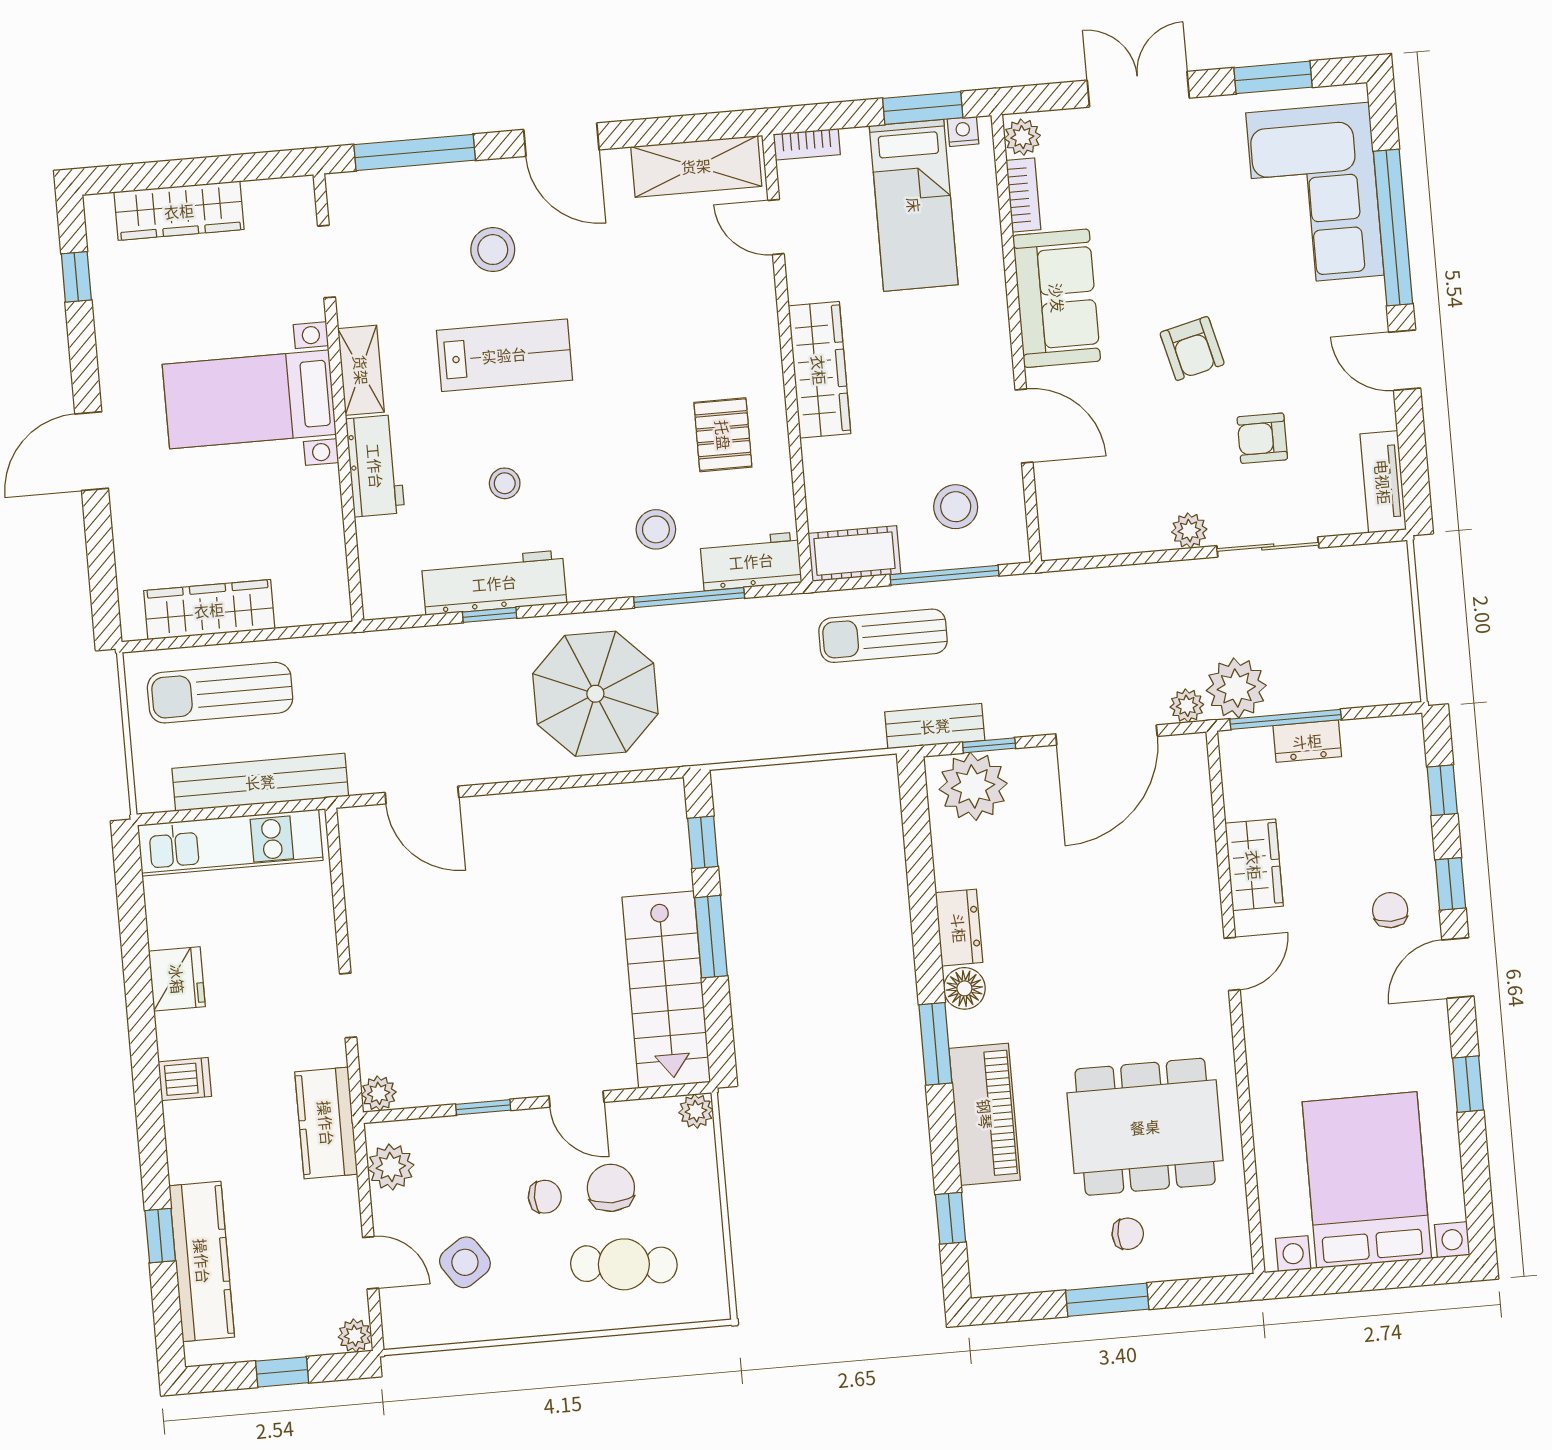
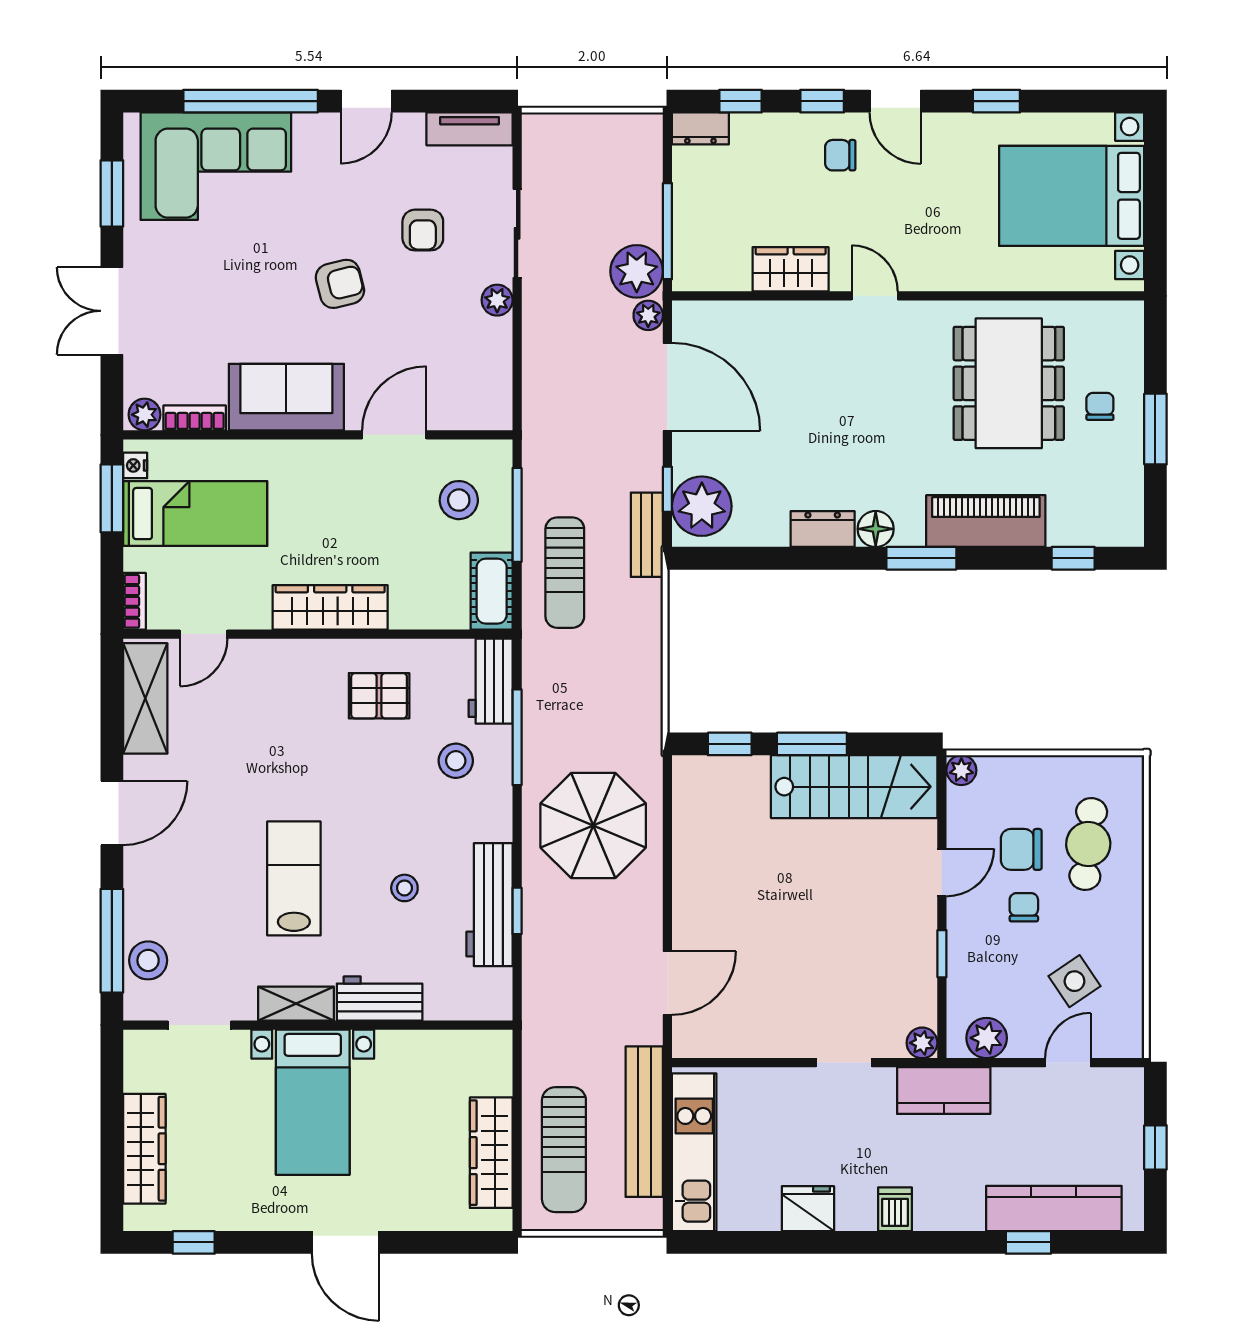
stool: (493, 250) -> (148, 960), moved
dresser: (1307, 741) -> (700, 128), moved, turned 90
plant: (355, 1336) -> (1130, 1082), removed

